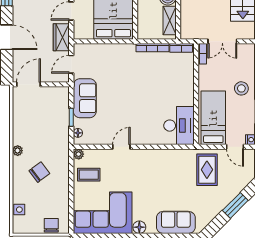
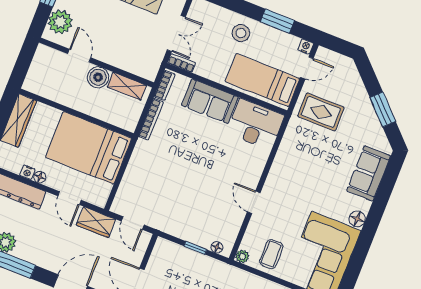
sofa: (85, 98) -> (210, 101), moved, turned 180
window: (235, 205) -> (383, 109), moved

